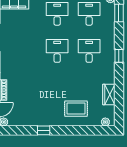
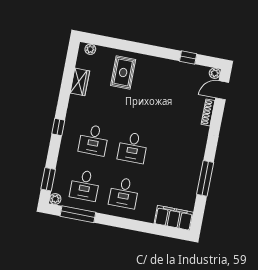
rug: (76, 109) -> (123, 72), turned 90
window: (44, 130) -> (188, 57), moved

